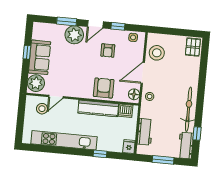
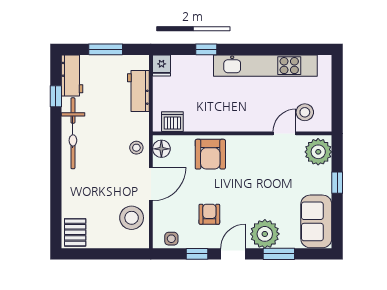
window: (27, 52) -> (337, 183), moved
sofa: (40, 57) -> (316, 221), moved
kitchen counter: (98, 108) -> (216, 121), removed

